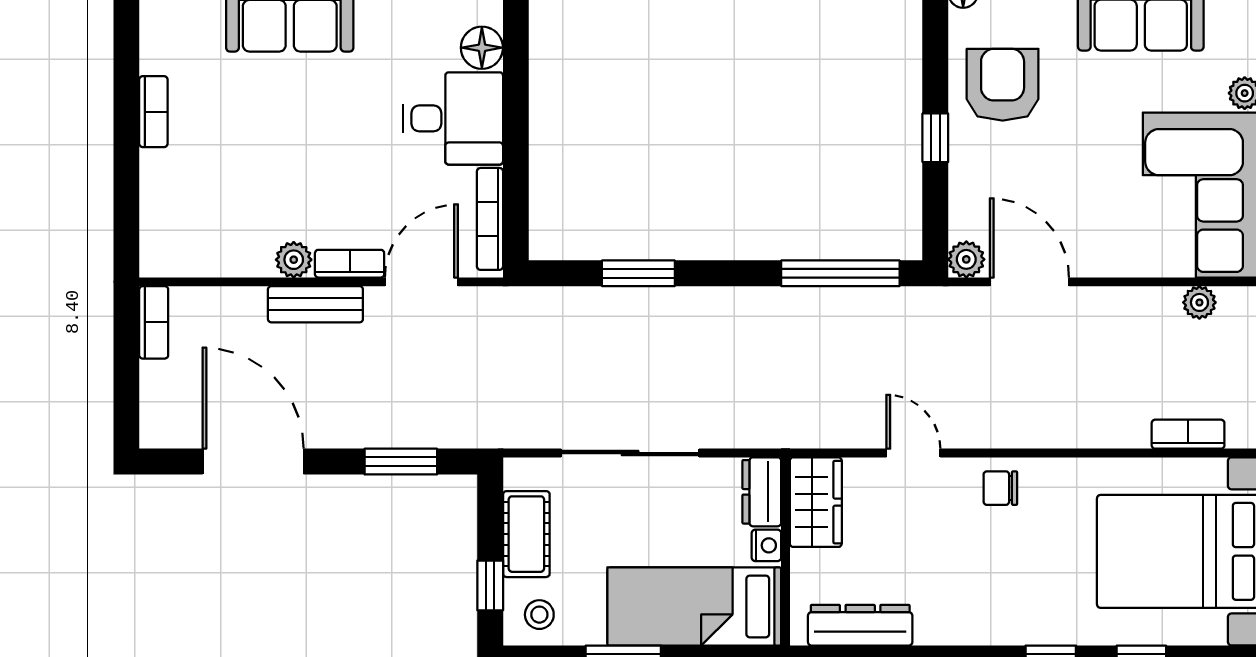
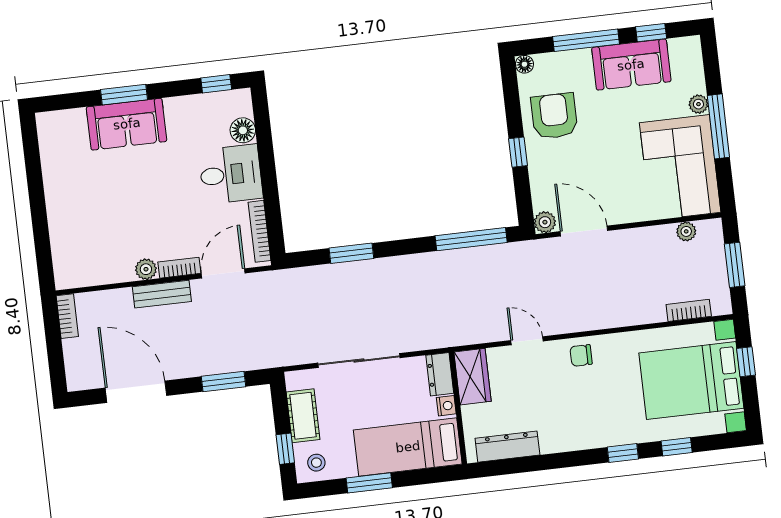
bookcase: (153, 112) -> (52, 191), removed

